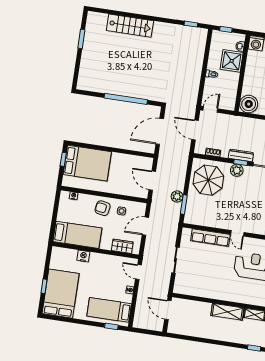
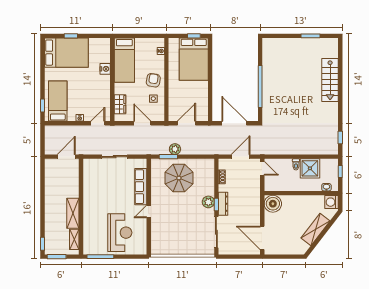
shower: (232, 61) -> (310, 168), moved
parasol: (208, 180) -> (179, 178), moved

